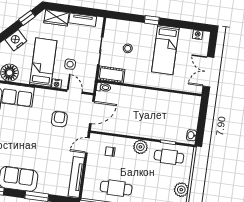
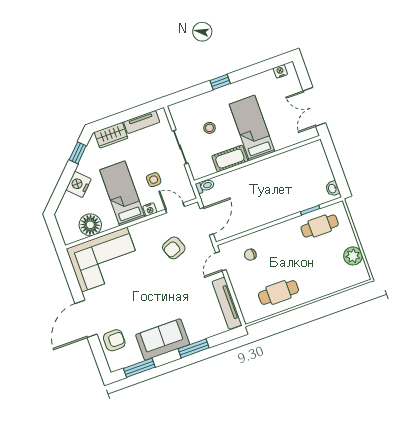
bed: (165, 50) -> (252, 128), moved, turned 180
cot: (111, 75) -> (230, 159), moved
armchair: (59, 119) -> (174, 248), turned -111
plant: (140, 147) -> (282, 232), removed

